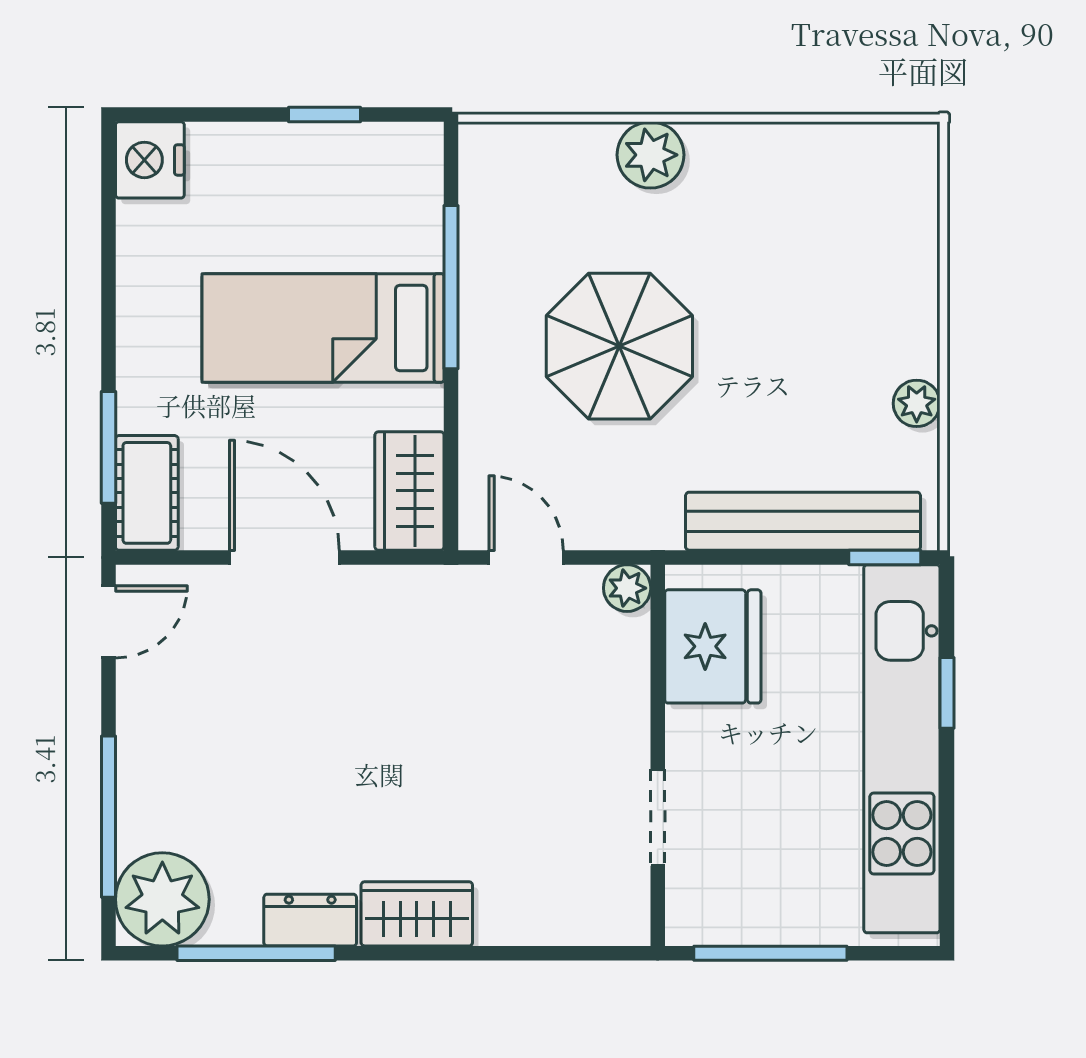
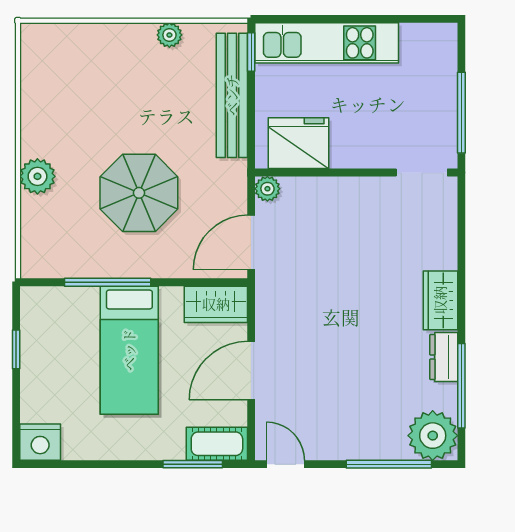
door: (526, 557) -> (251, 242), width x1.38
window: (947, 693) -> (323, 19), removed
kitchen unit: (902, 749) -> (327, 43), width x0.73
doorway: (658, 818) -> (422, 173), moved

